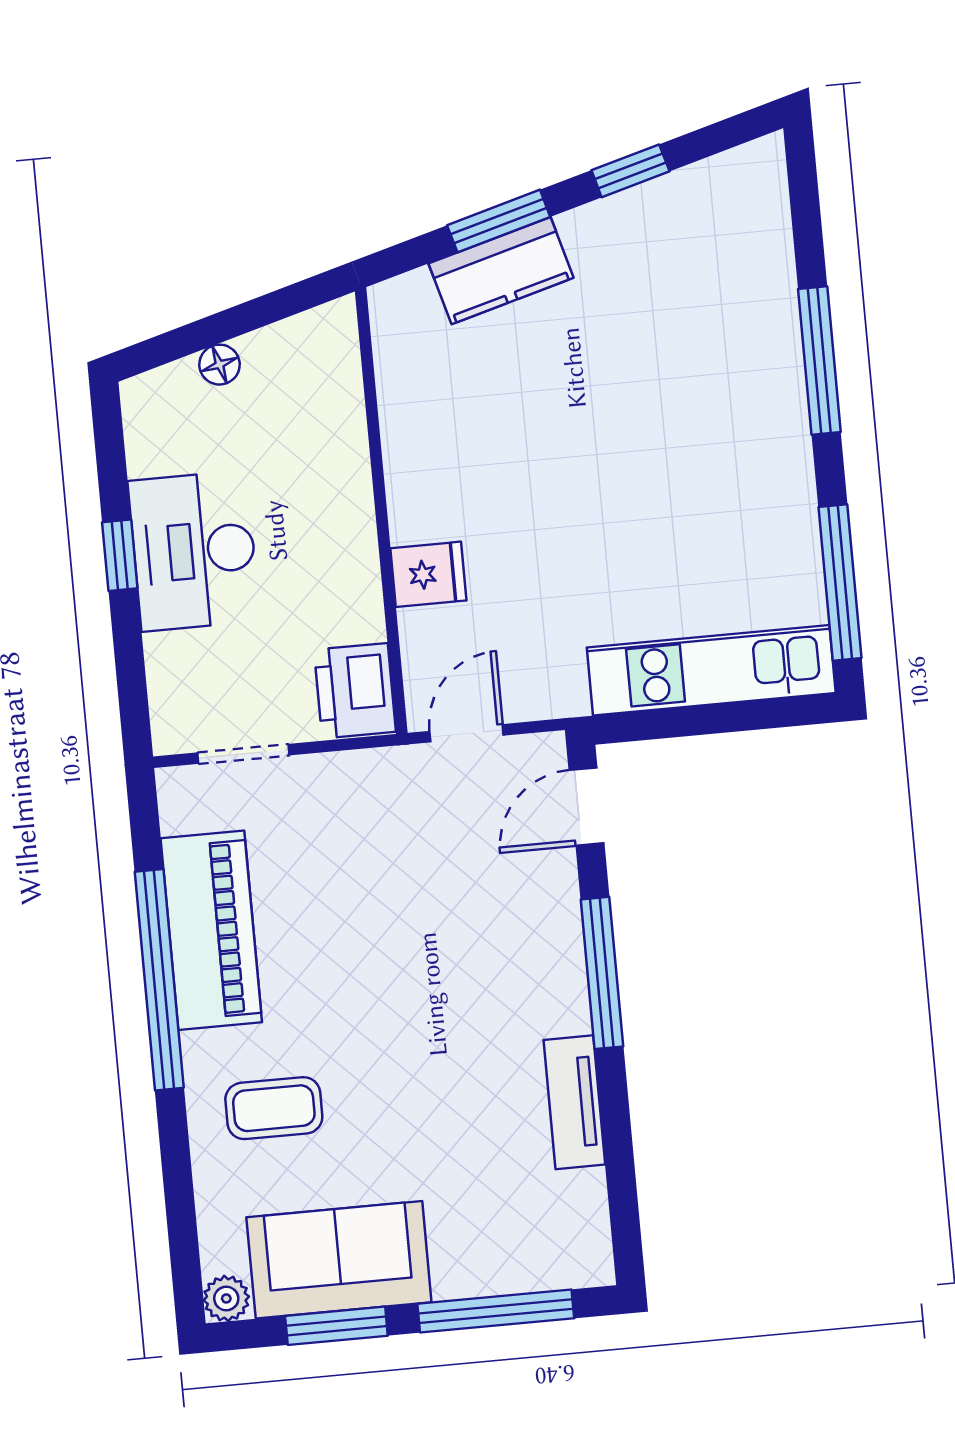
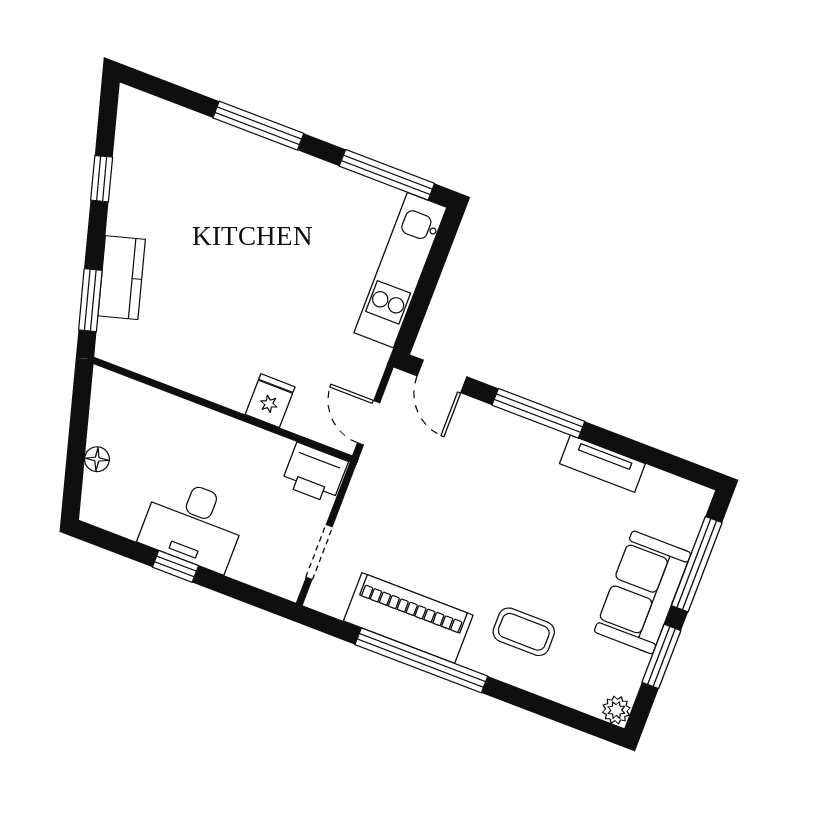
window: (499, 221) -> (90, 300), moved
coffee table: (274, 1108) -> (524, 632), turned 90
sofa: (339, 1260) -> (643, 592), moved

